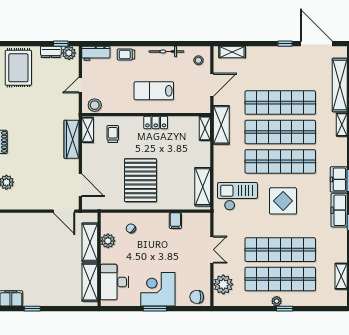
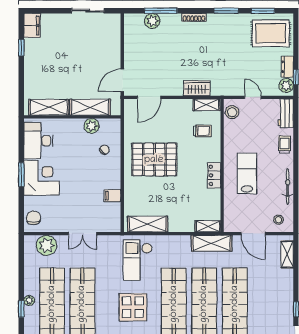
wardrobe: (71, 139) -> (197, 88), width x0.67
checkout: (238, 196) -> (138, 260), turned 180
desk: (115, 282) -> (38, 141), moved, turned -90

